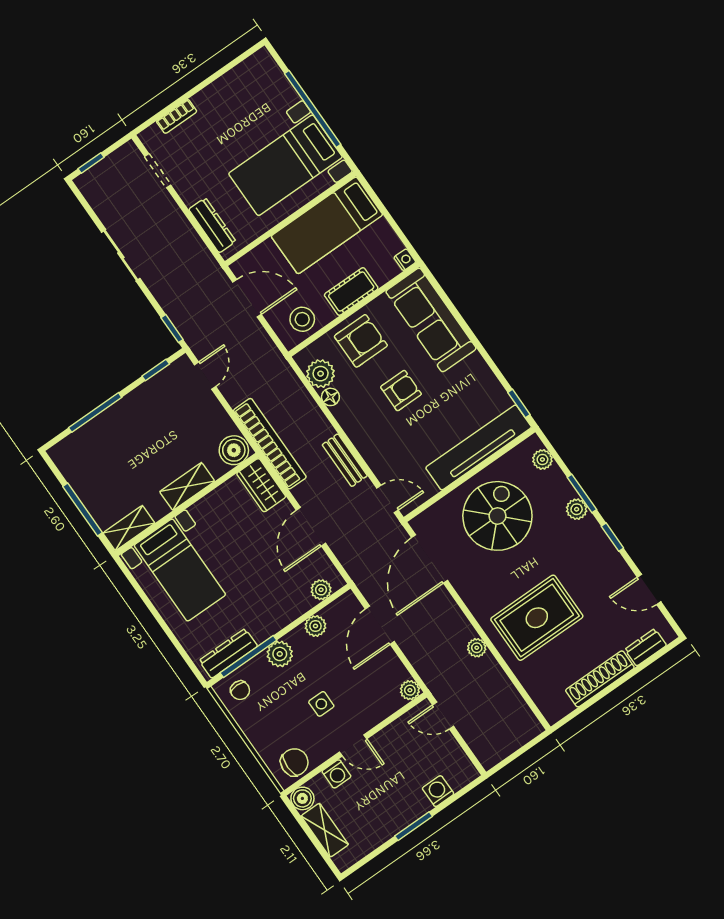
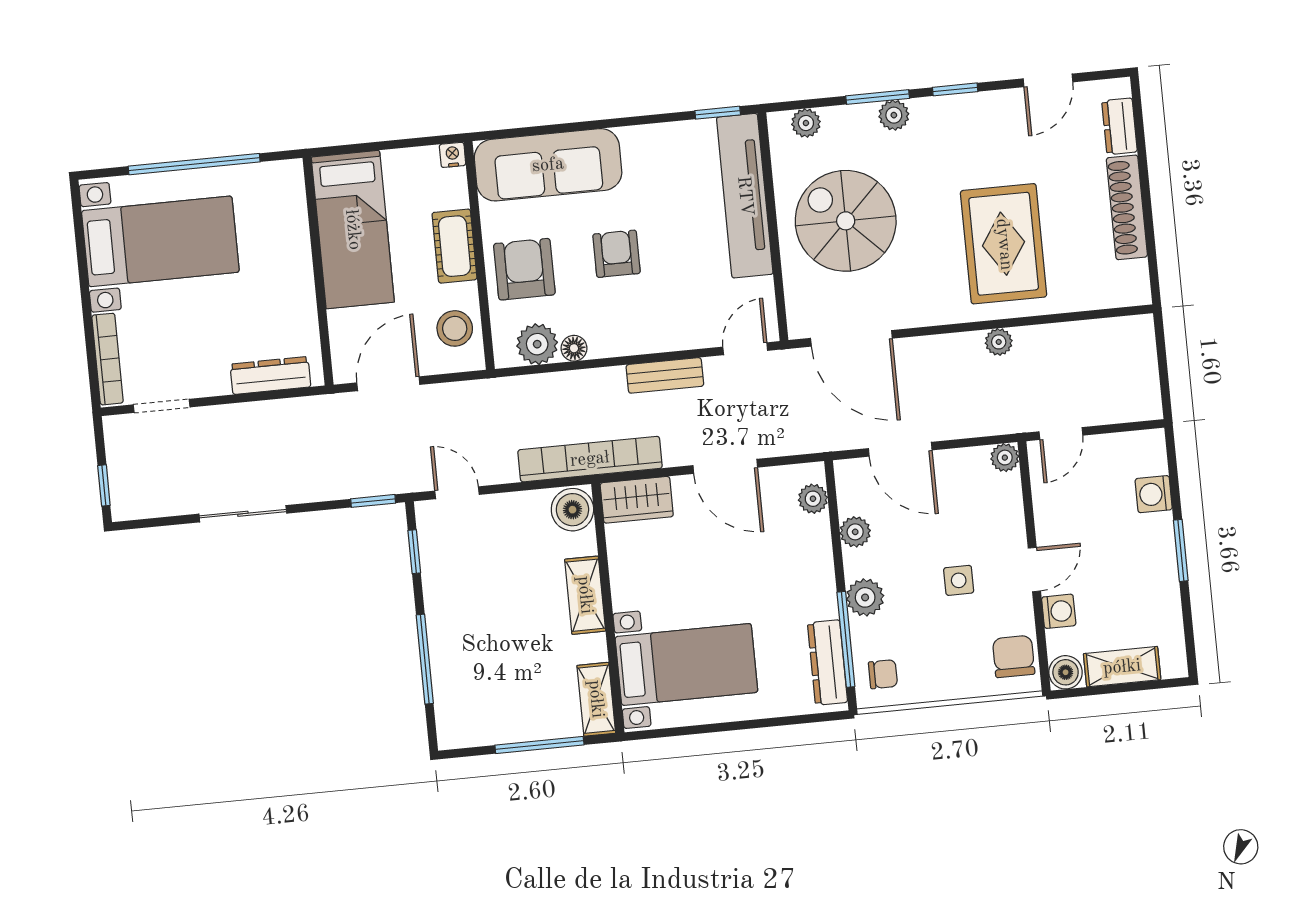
bookcase: (177, 116) -> (108, 359), width x1.56
bed with nightstands: (285, 165) -> (160, 241), moved, turned -90

